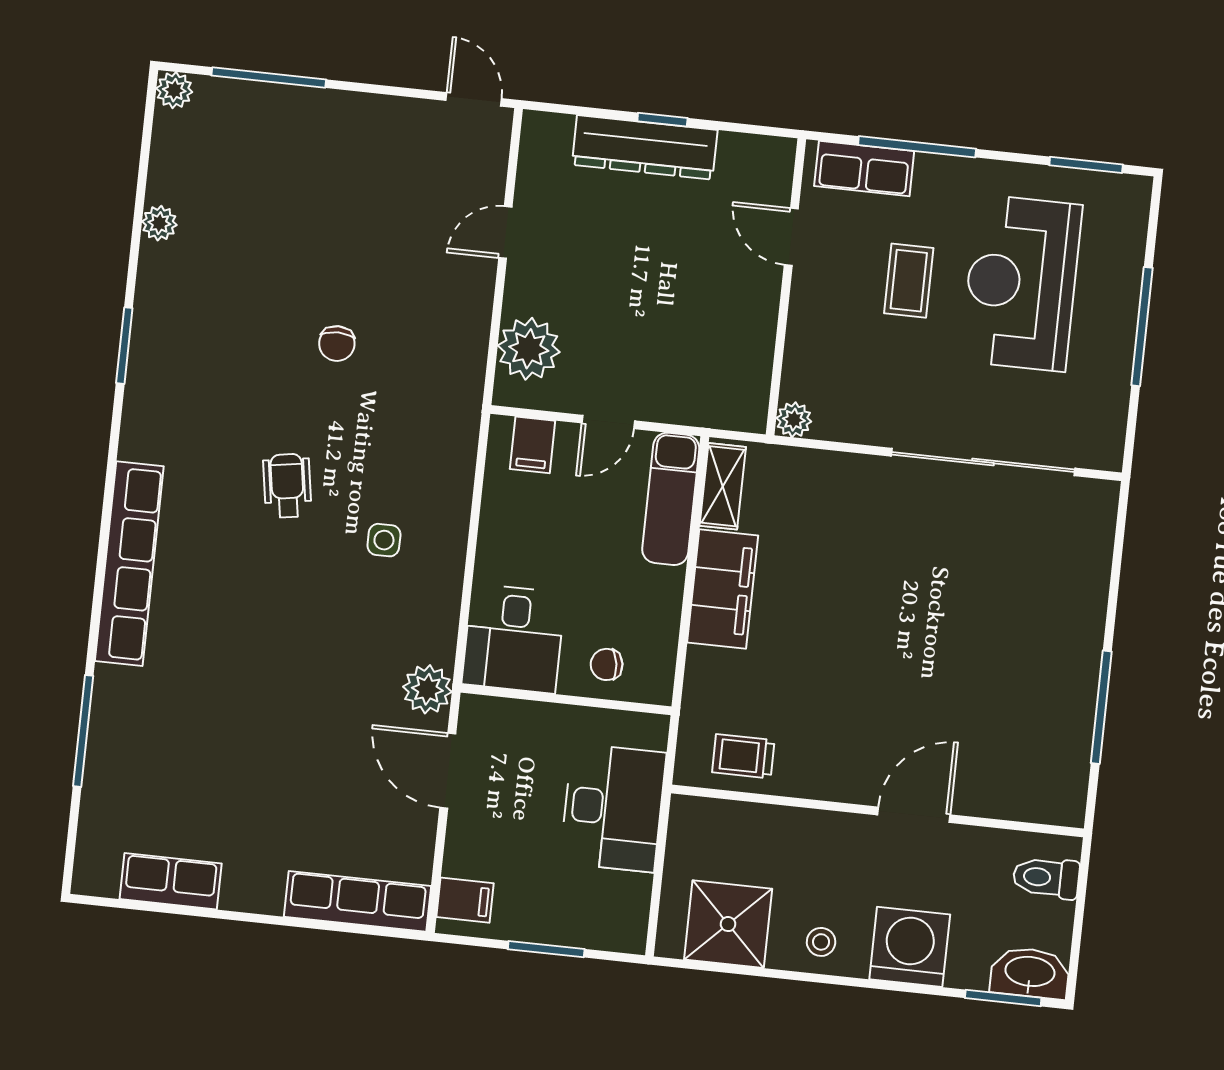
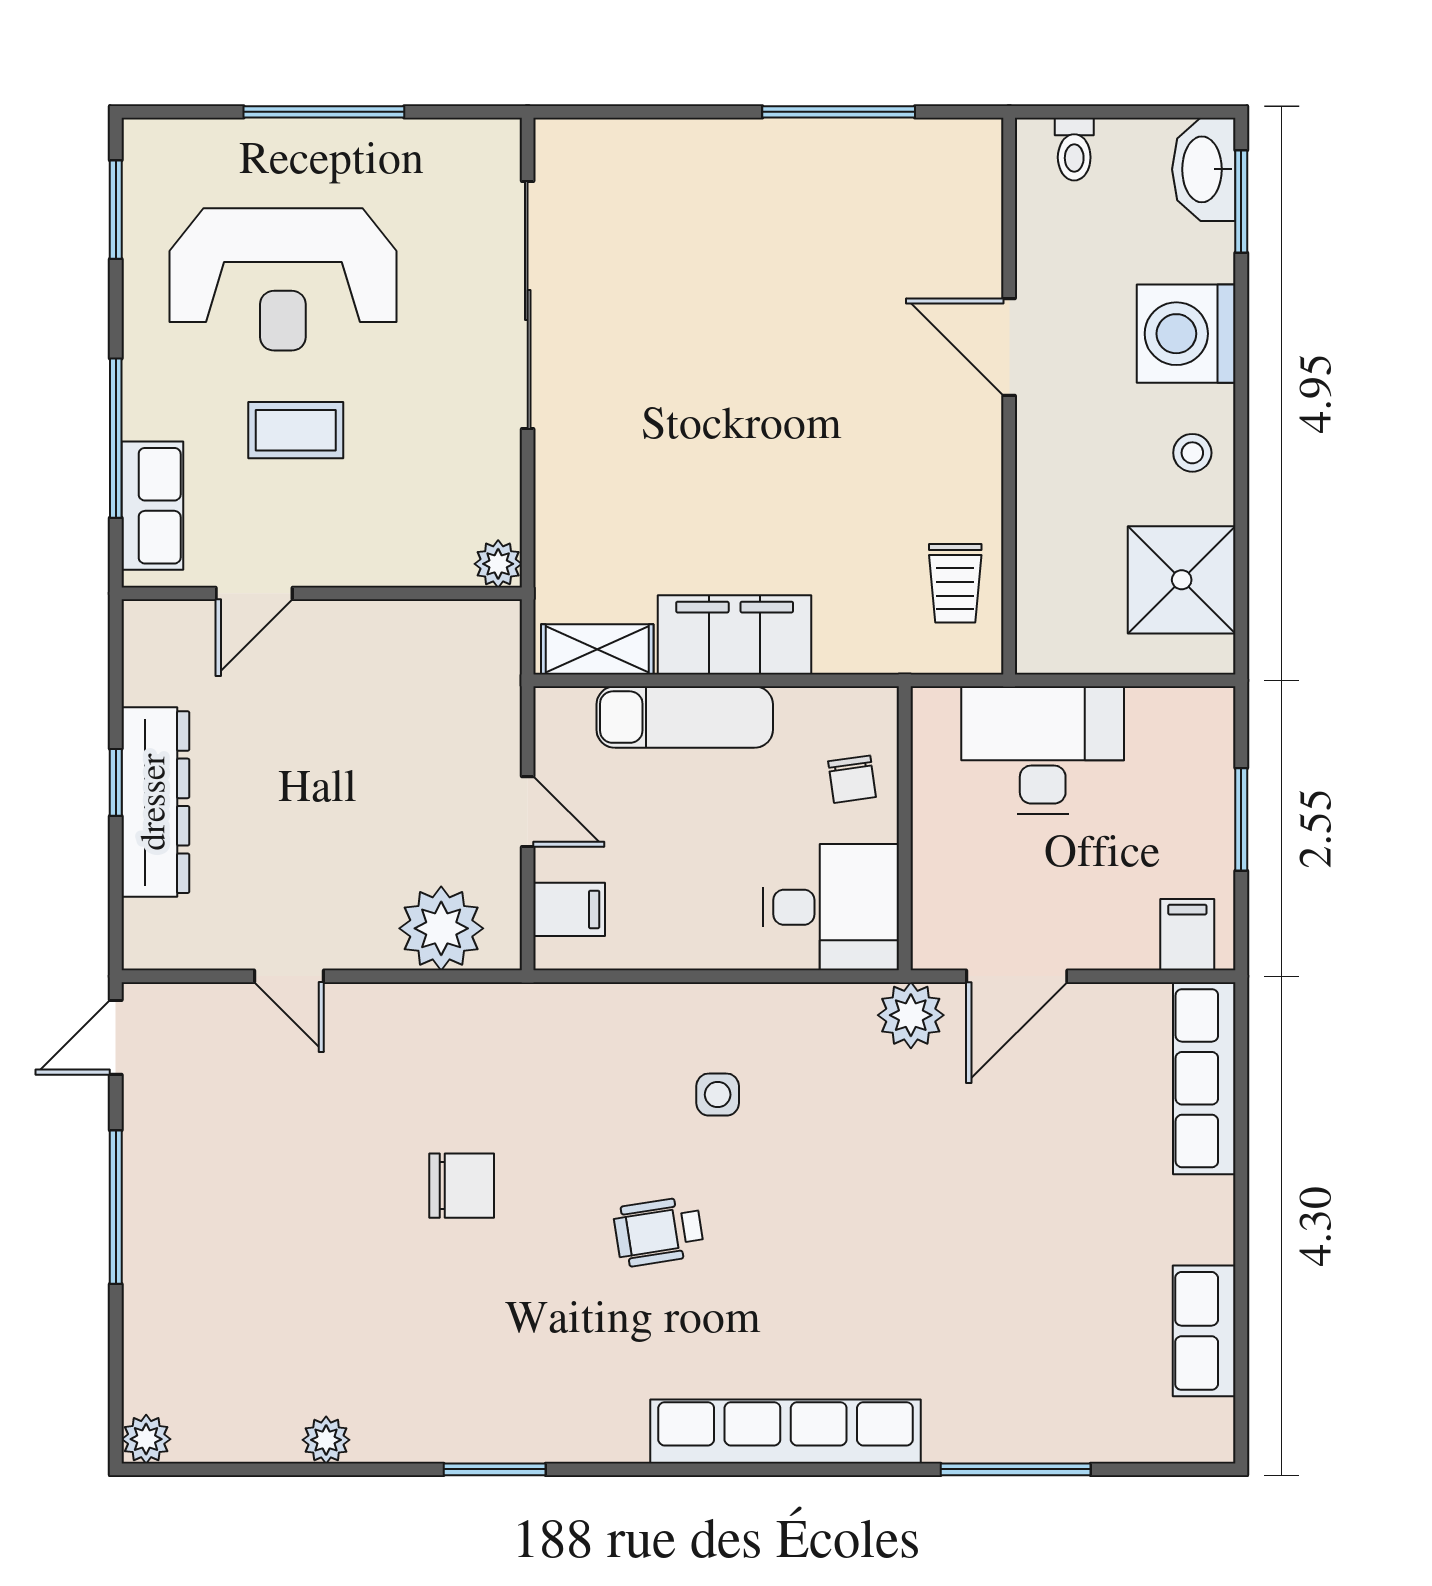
window: (269, 78) -> (116, 1207), moved
chair: (337, 344) -> (462, 1186), width x1.37, depth x1.37
exam couch: (671, 499) -> (685, 717), moved
toilet: (1046, 878) -> (1074, 149), width x0.73, depth x0.72

